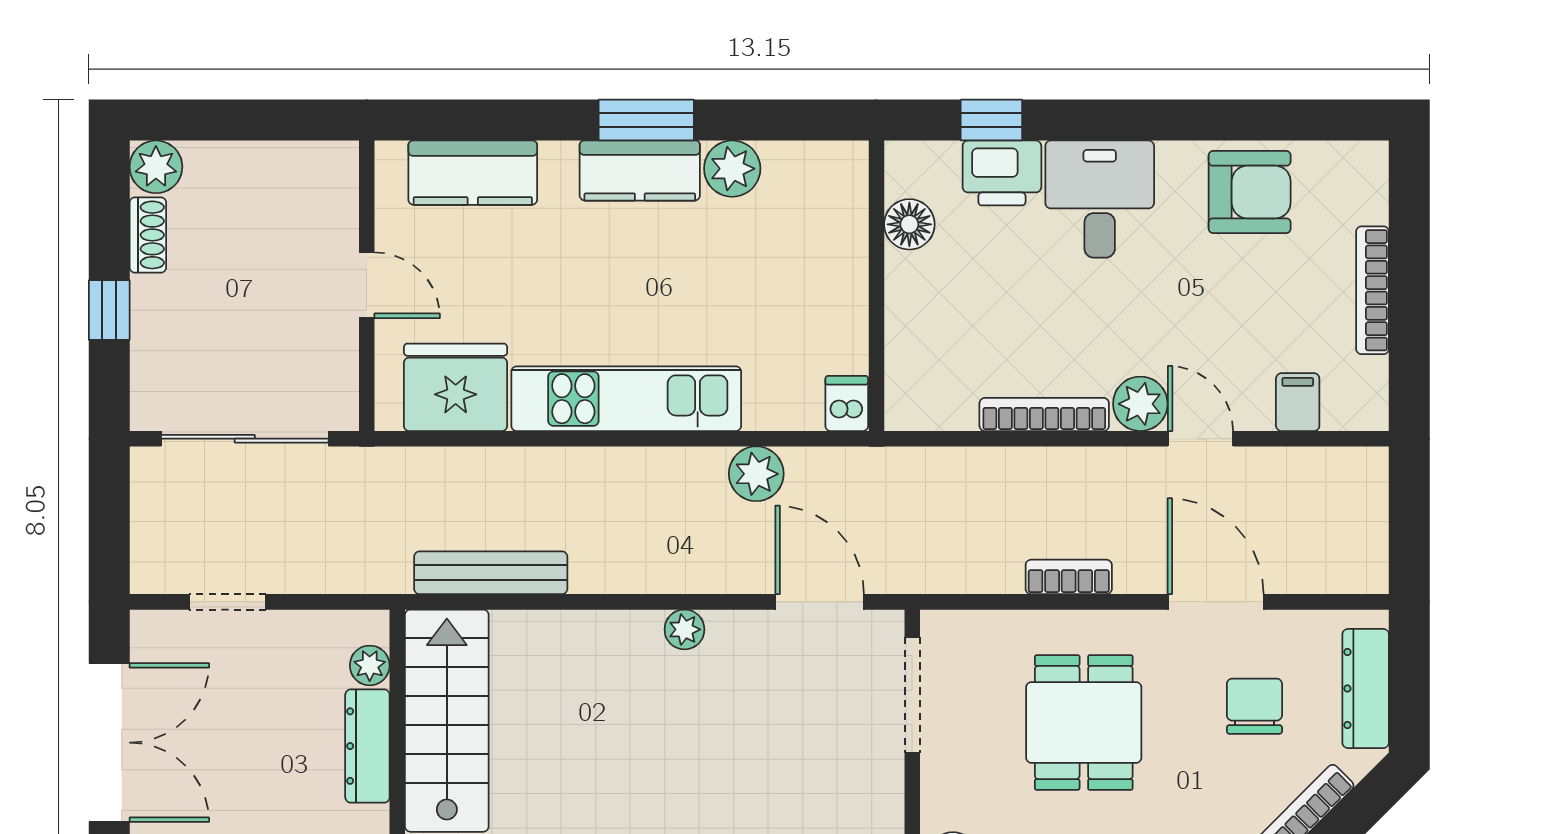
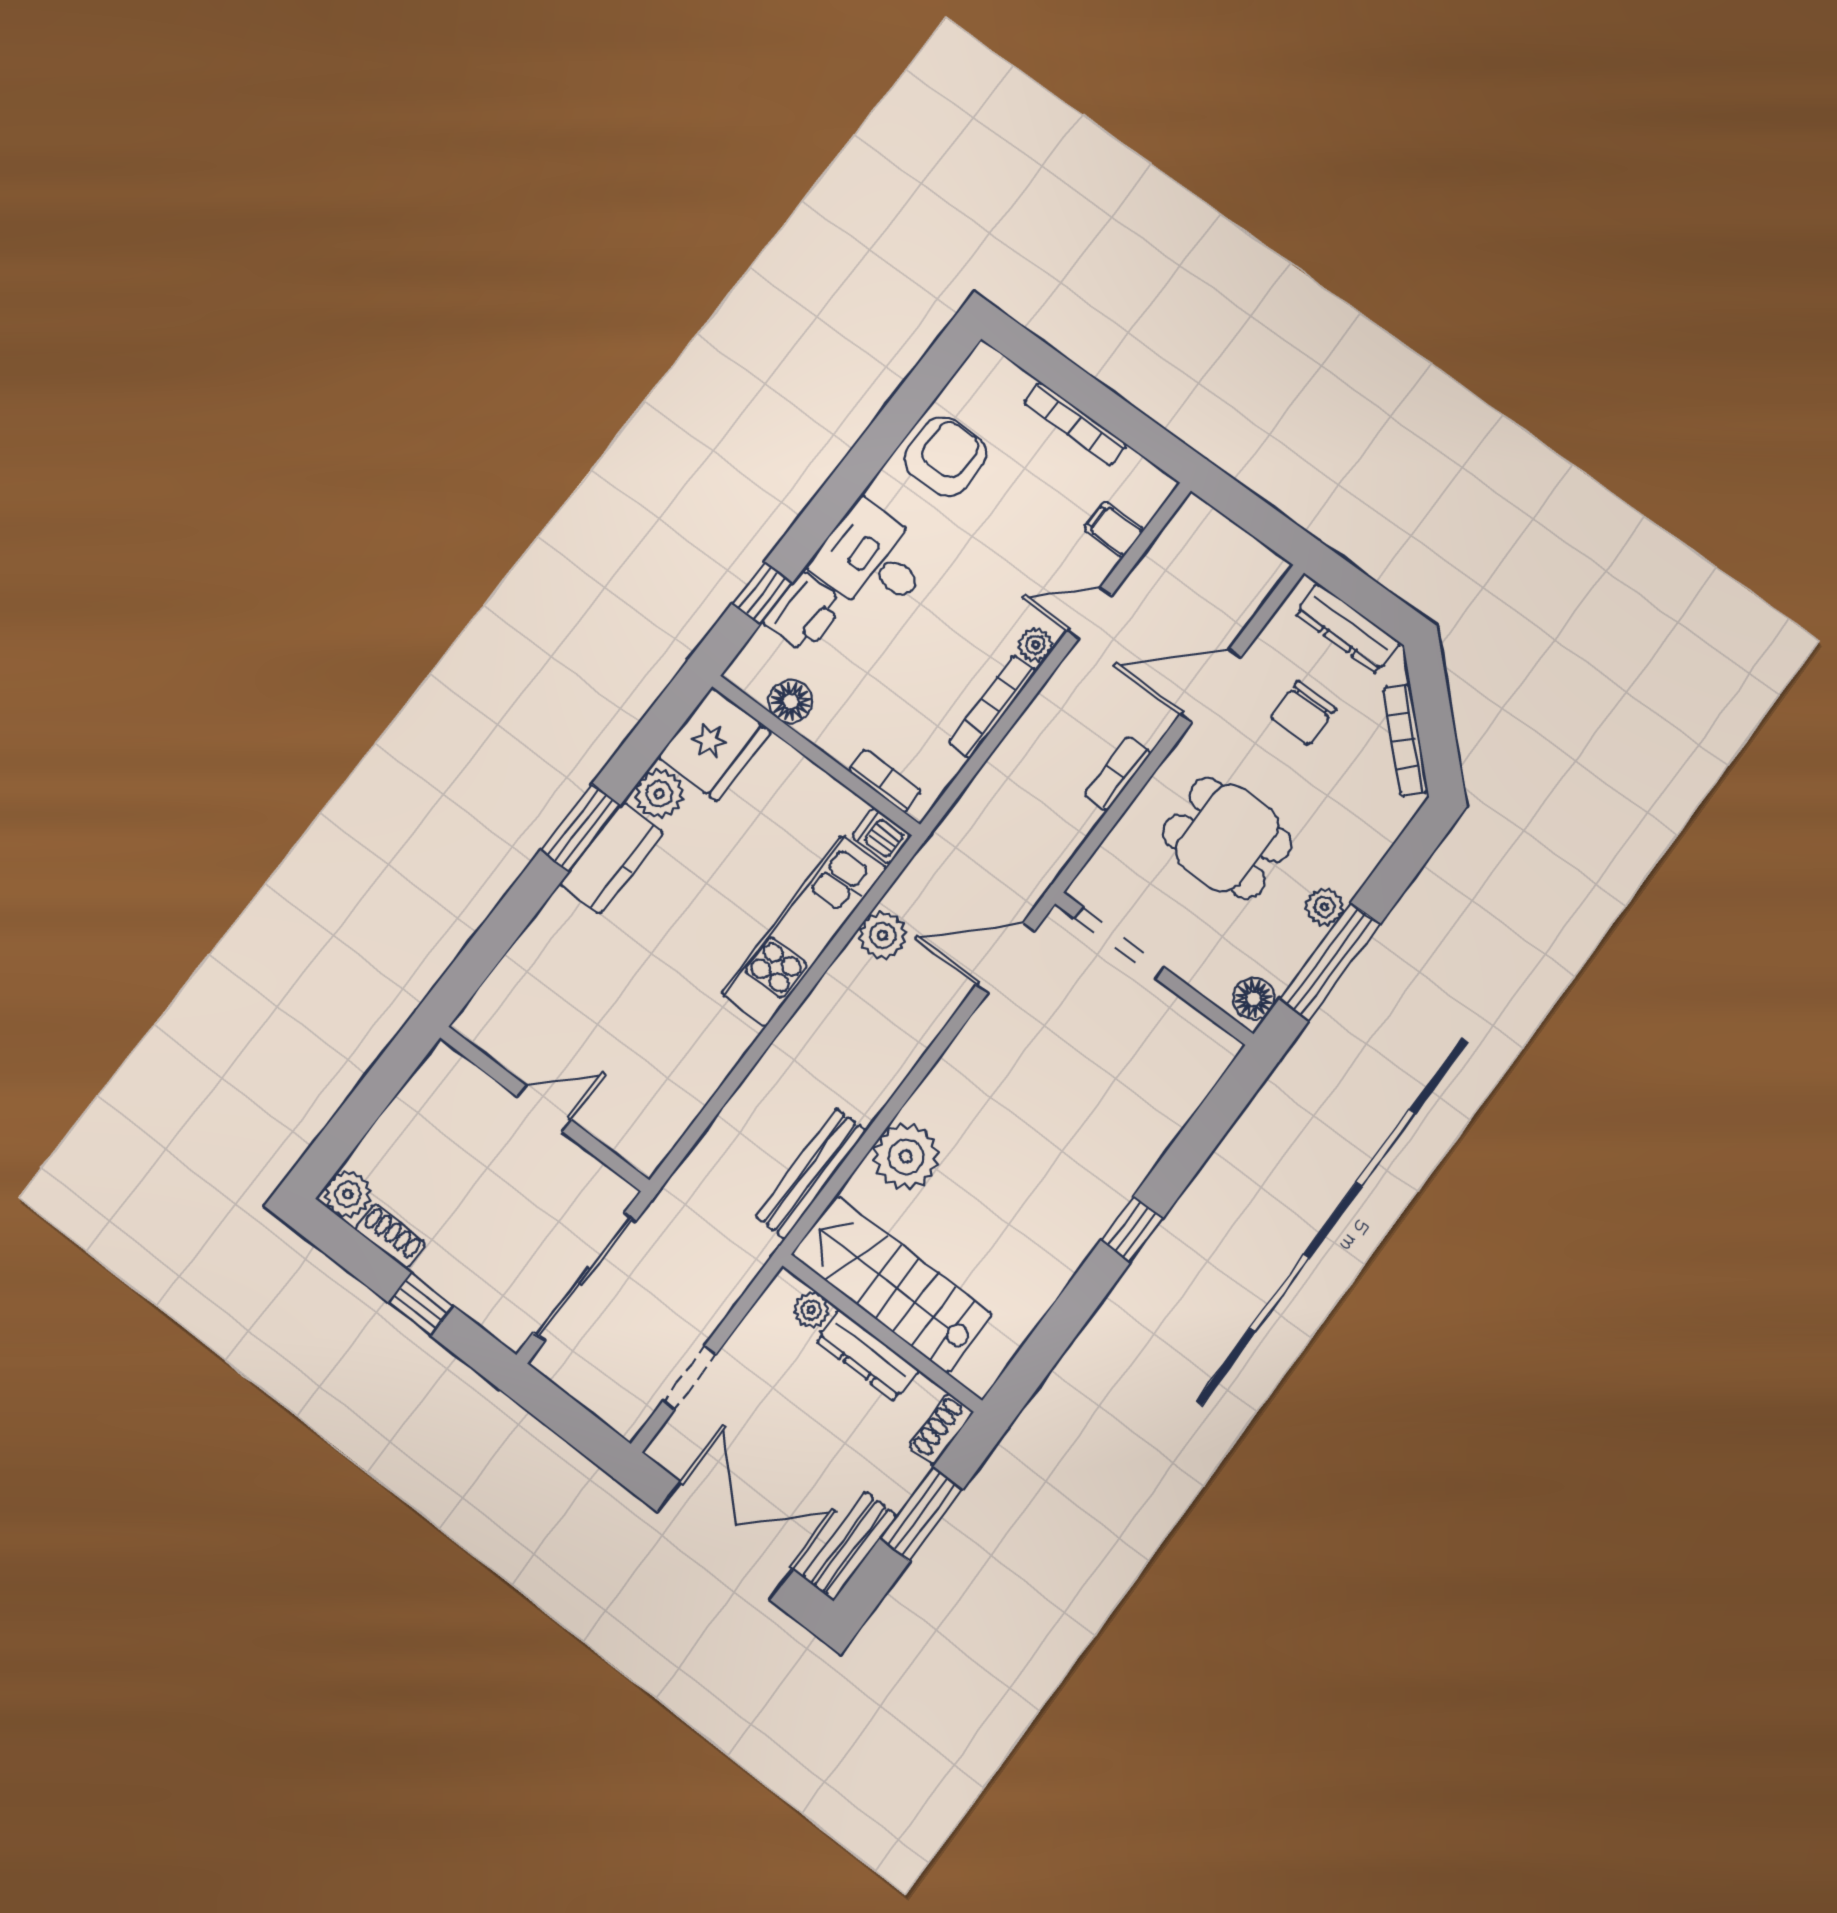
kitchen counter: (473, 173) -> (524, 975), removed
bookcase: (901, 368) -> (885, 781), added
fridge: (456, 387) -> (714, 744), moved, turned 180
kitchen unit: (626, 399) -> (804, 931), moved
plant: (1140, 404) -> (1036, 645), width x0.73, depth x0.73
plant: (684, 629) -> (906, 1156), moved, width x1.88, depth x1.88
chair: (1254, 706) -> (1303, 713), turned -90

